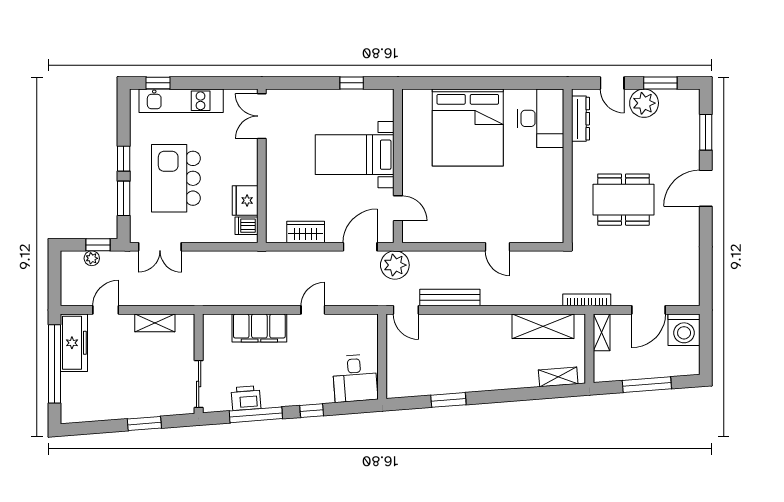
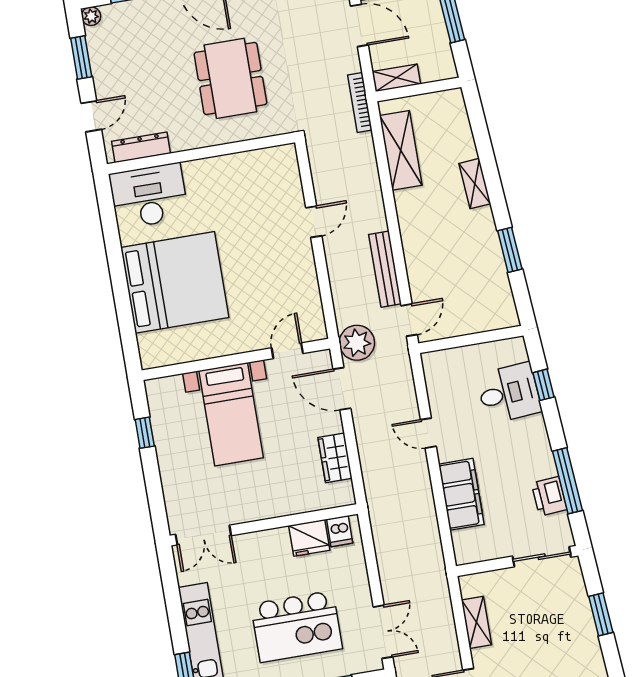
plant: (644, 103) -> (91, 16), moved, width x0.53, depth x0.53
shelving: (558, 377) -> (475, 184), moved
desk: (355, 378) -> (509, 393), moved
window: (312, 411) -> (543, 385), moved

